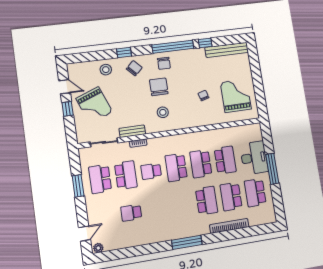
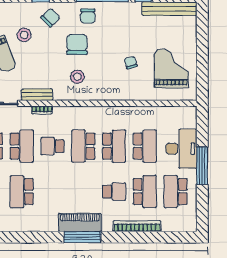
stool: (106, 70) -> (24, 35), moved
school desk: (201, 164) -> (114, 146), turned 180
school desk: (231, 197) -> (145, 192), turned 180
school desk: (207, 201) -> (114, 192), width x0.54
school desk: (131, 213) -> (22, 192), width x1.85
piano: (183, 231) -> (80, 222), added

